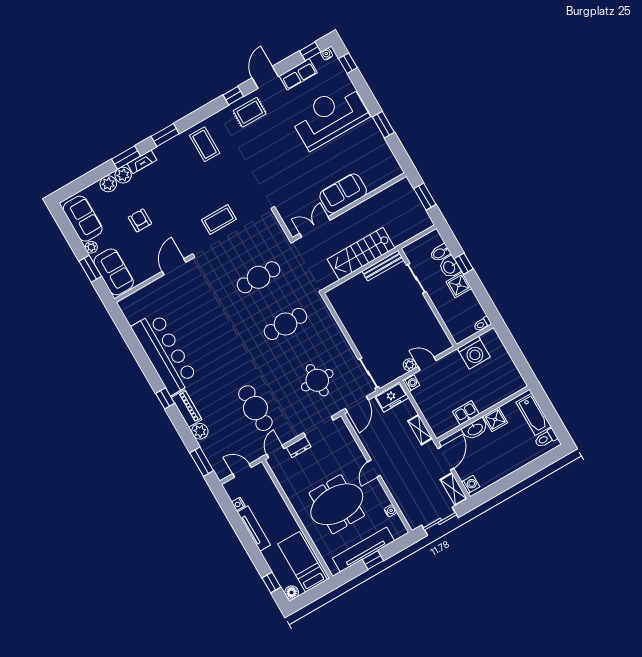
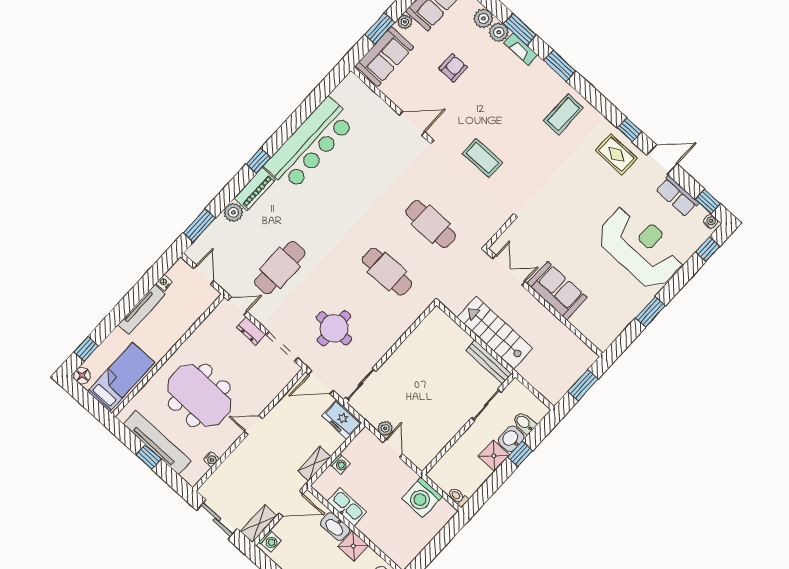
washing machine: (411, 383) -> (340, 464), moved
kitchen sink: (466, 413) -> (347, 507), width x1.38

